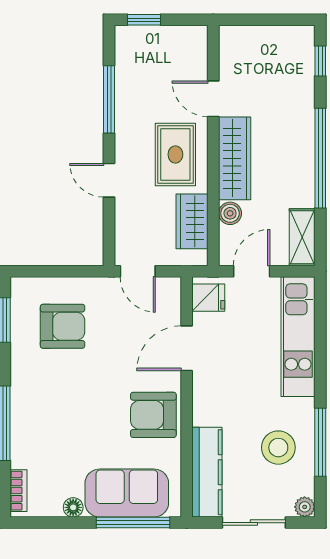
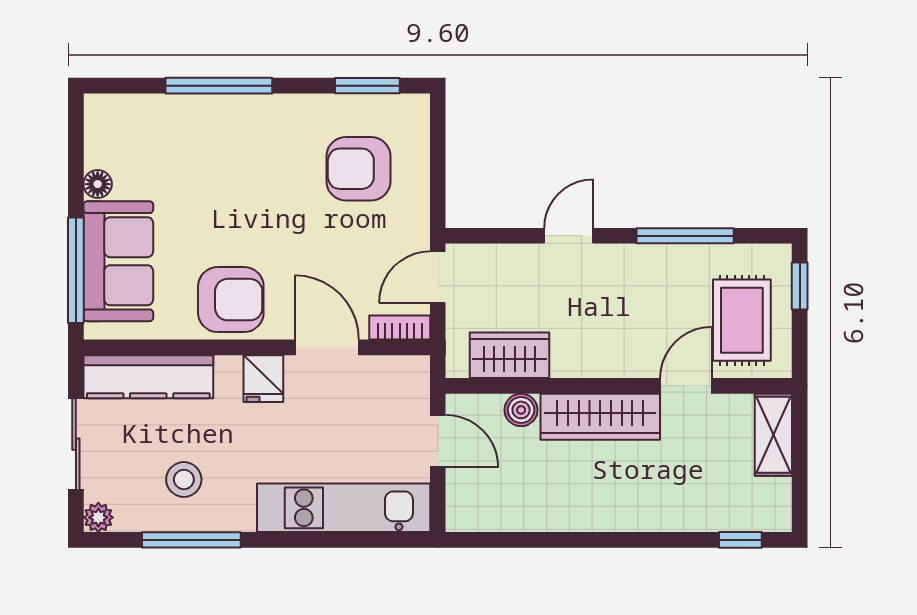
rug: (175, 154) -> (742, 320), moved, turned 90
window: (320, 158) -> (601, 540), removed
shelving: (302, 237) -> (773, 435), moved, turned 90
fridge: (208, 298) -> (263, 379), moved
armchair: (63, 326) -> (358, 169), turned 90
armchair: (153, 415) -> (231, 300), turned 90
stool: (278, 448) -> (184, 479), width x0.73, depth x0.73
bookcase: (19, 491) -> (400, 328), moved, turned 180

